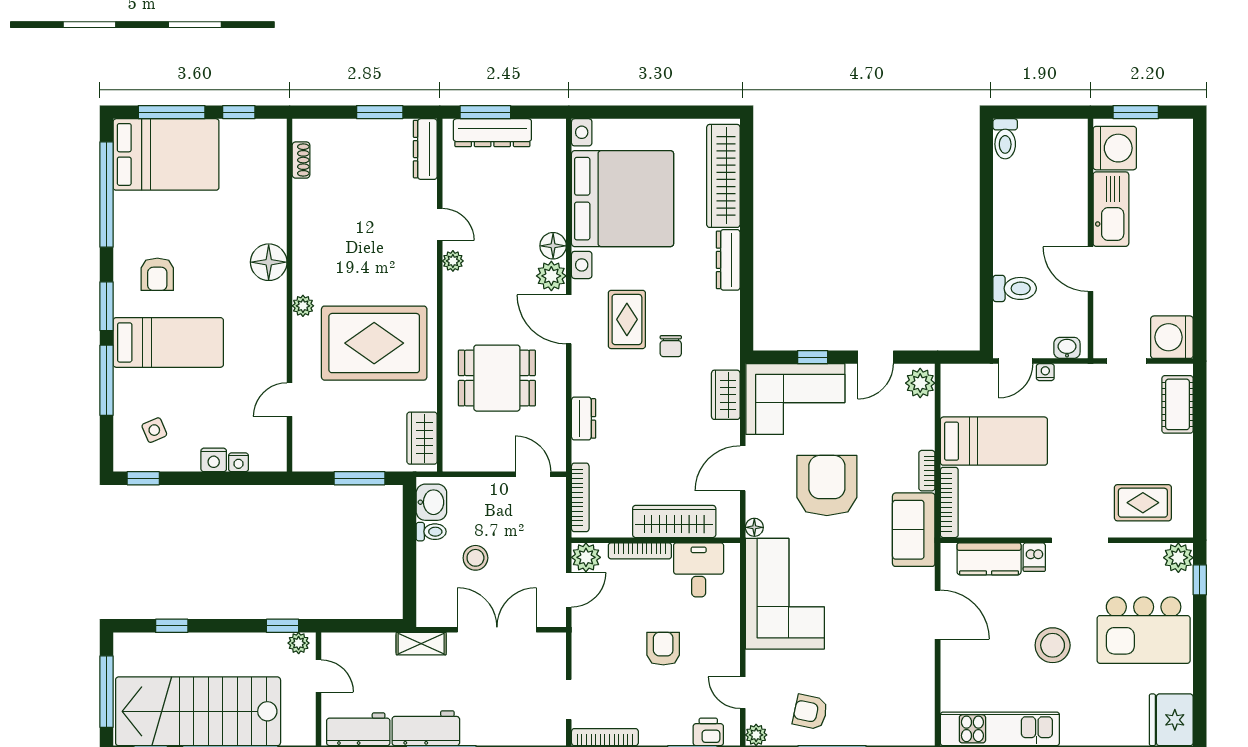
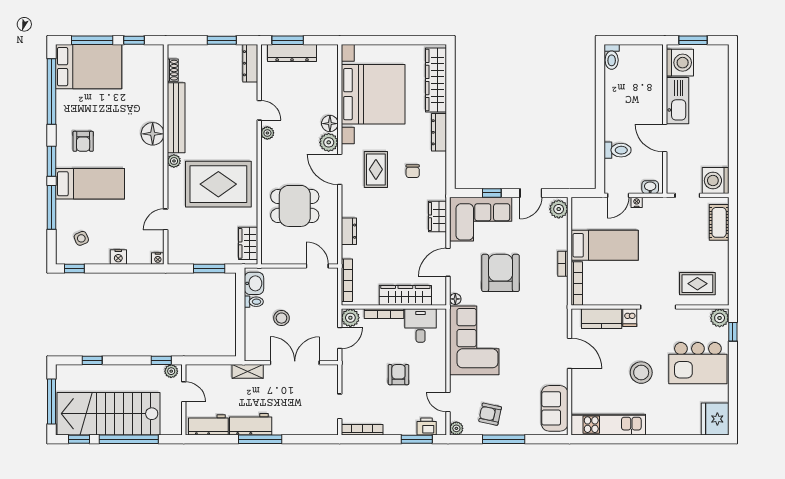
bench: (306, 237) -> (176, 118), added
chair: (671, 346) -> (413, 171), moved
nightstand: (239, 462) -> (158, 258), moved
sofa: (914, 530) -> (555, 408), moved

